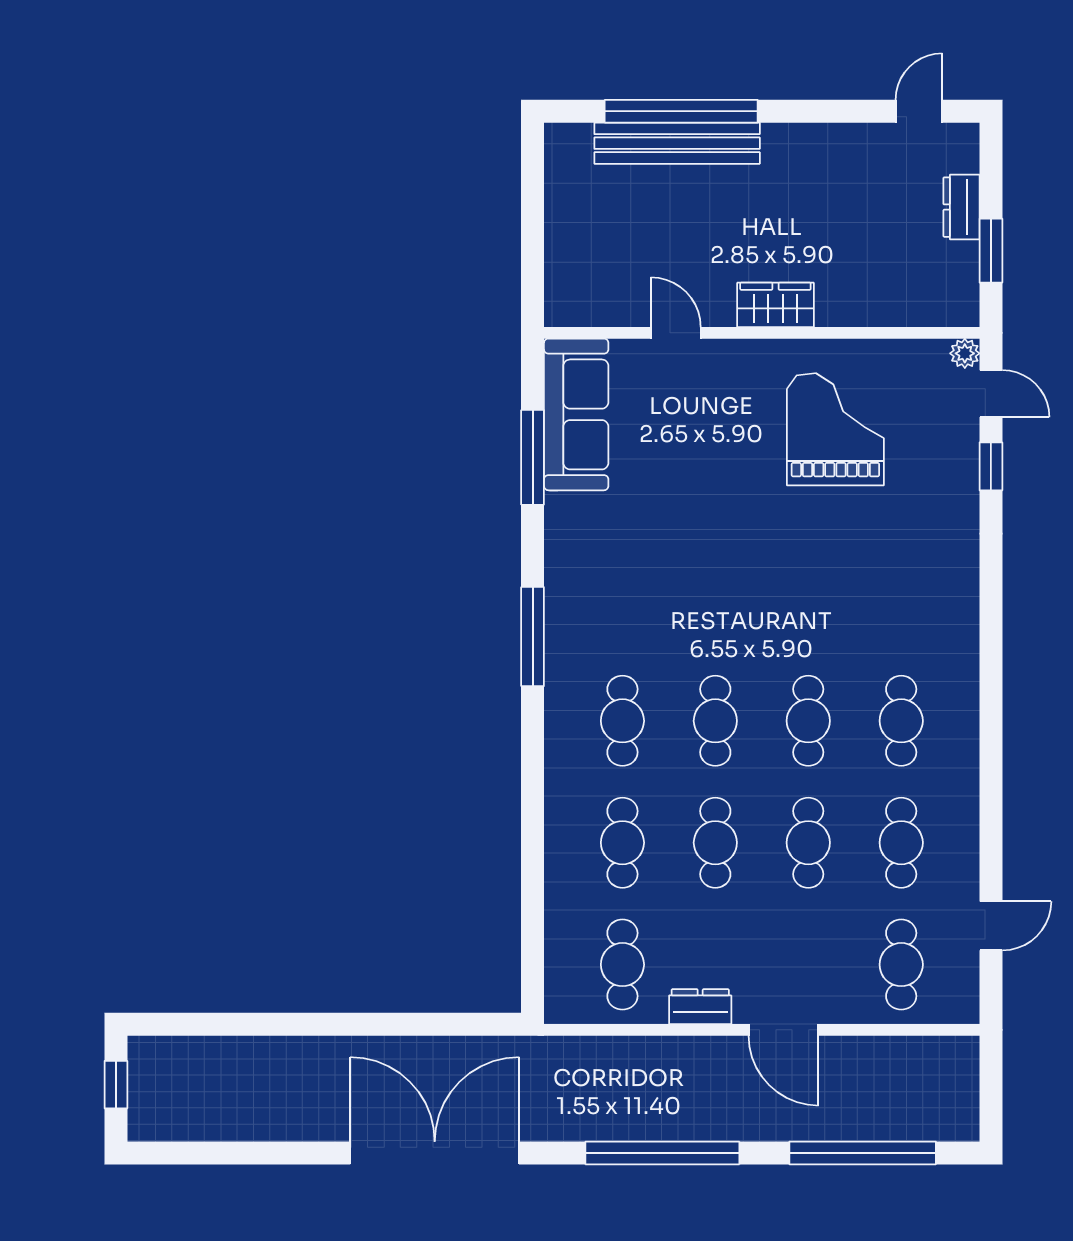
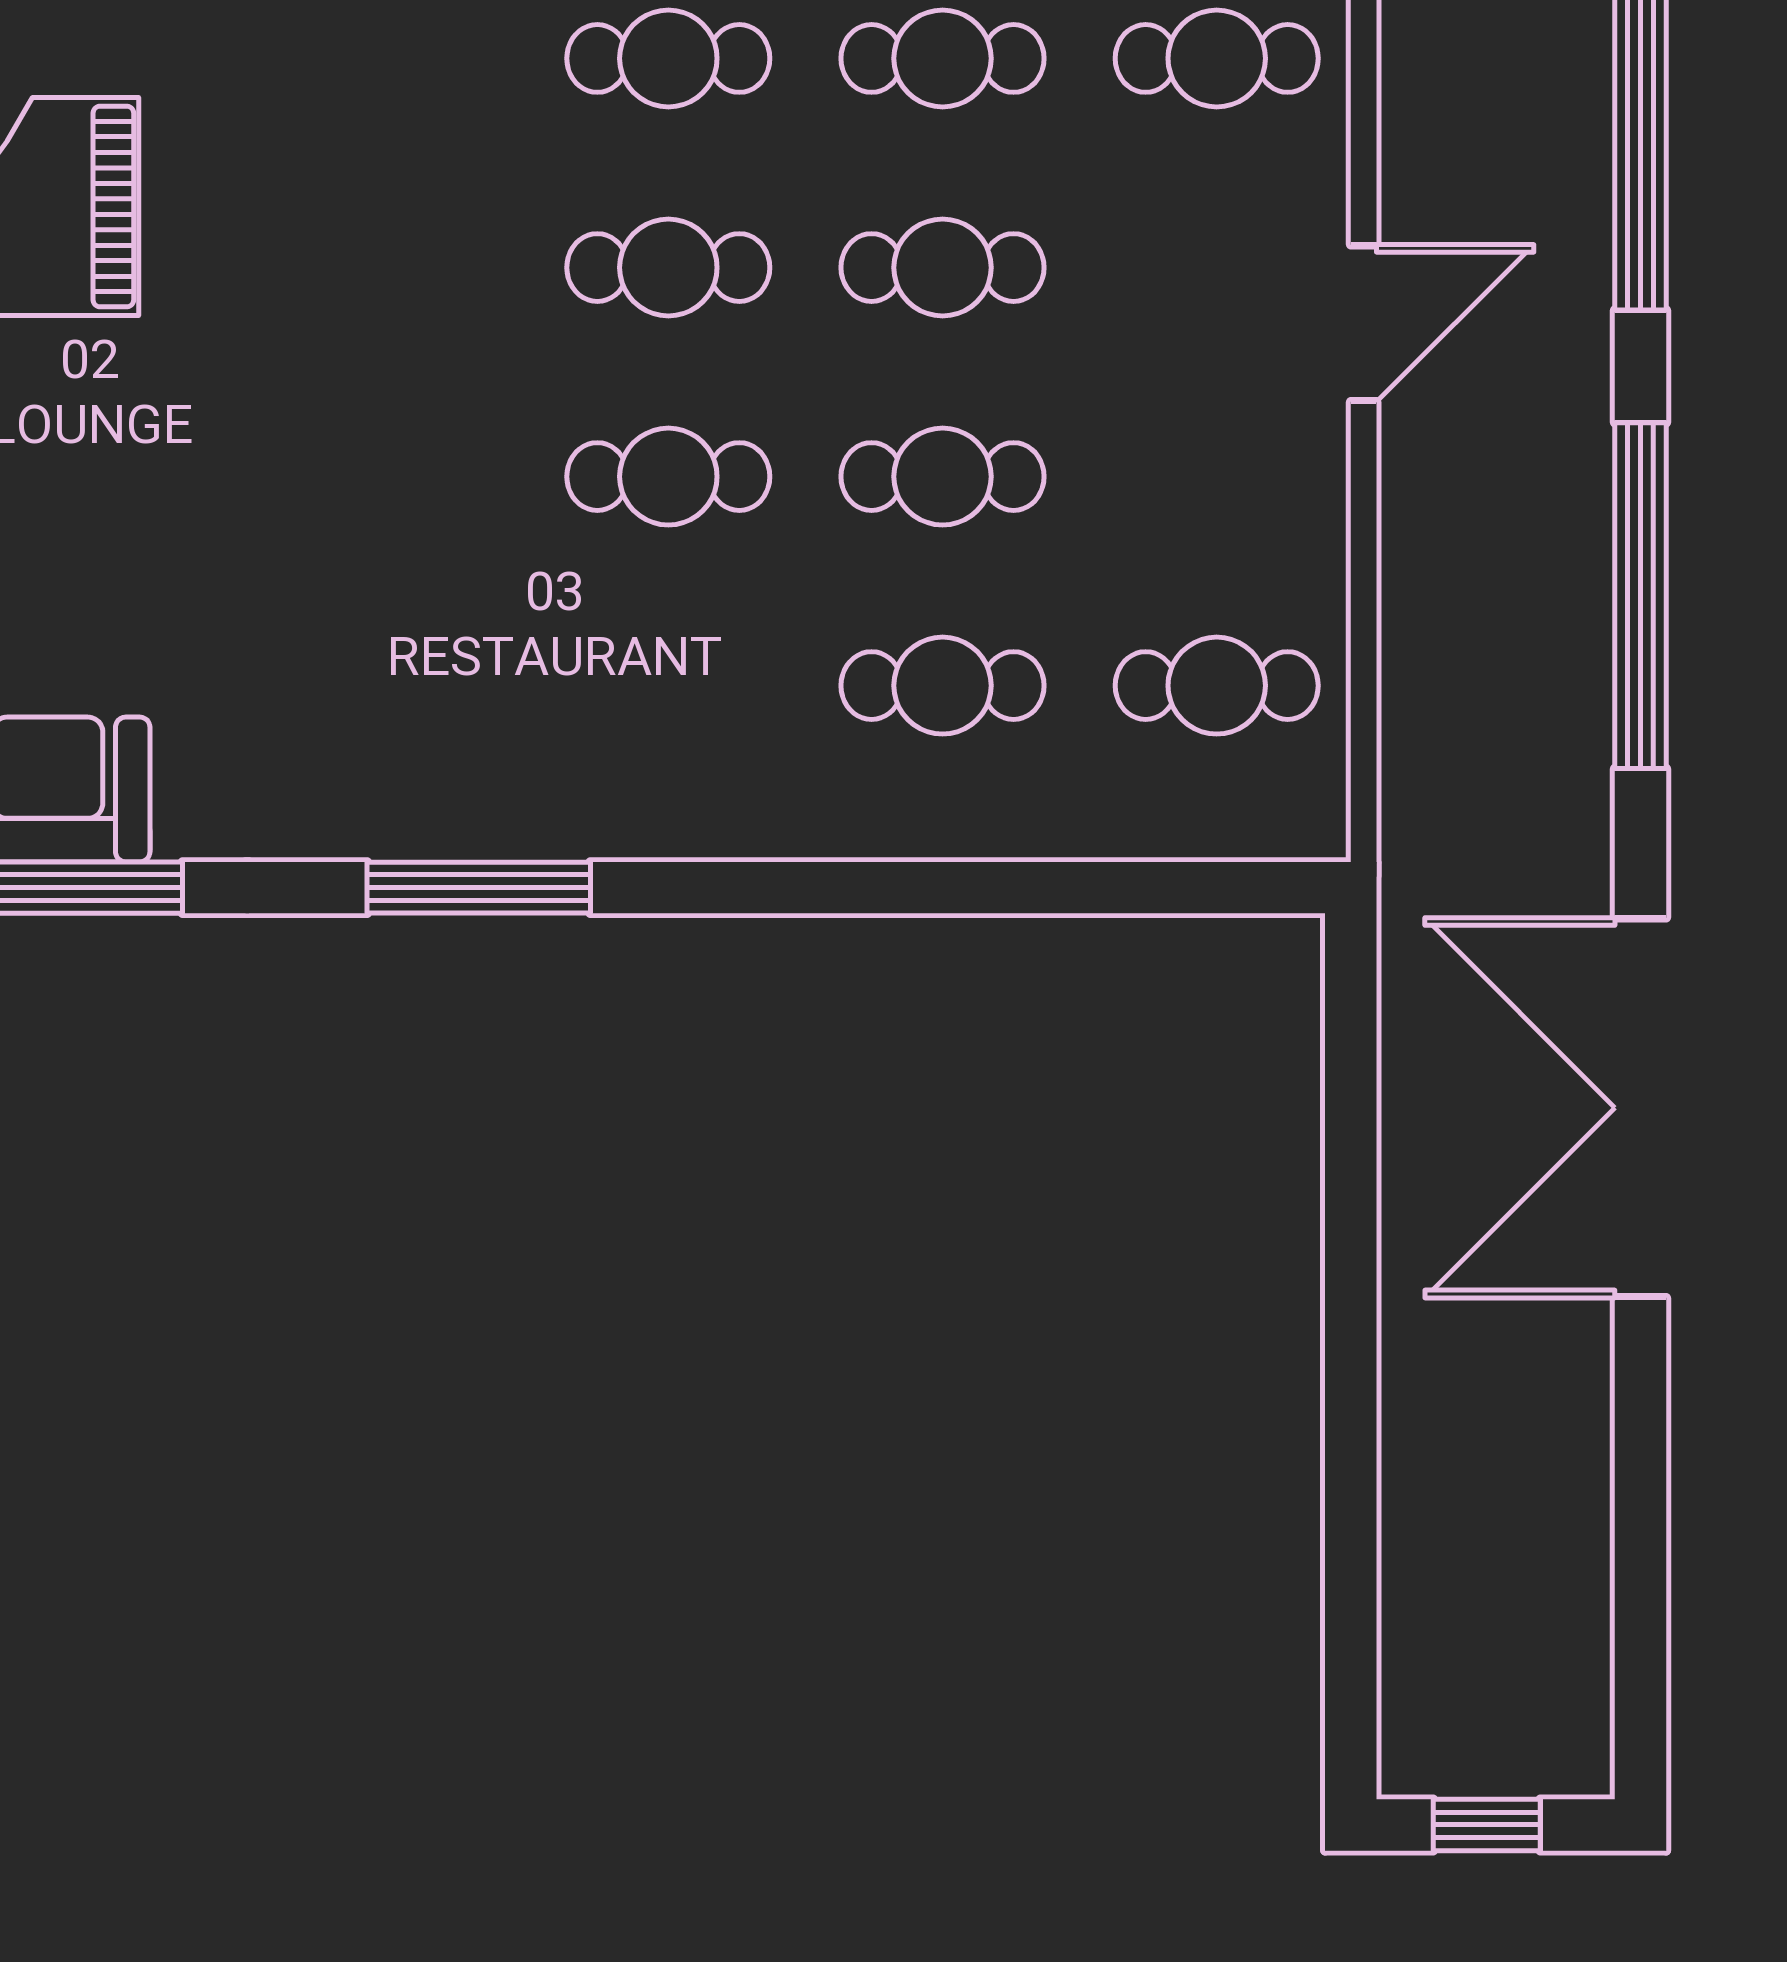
cafe table: (622, 721) -> (668, 686), removed
dresser: (700, 1007) -> (1311, 511), removed

